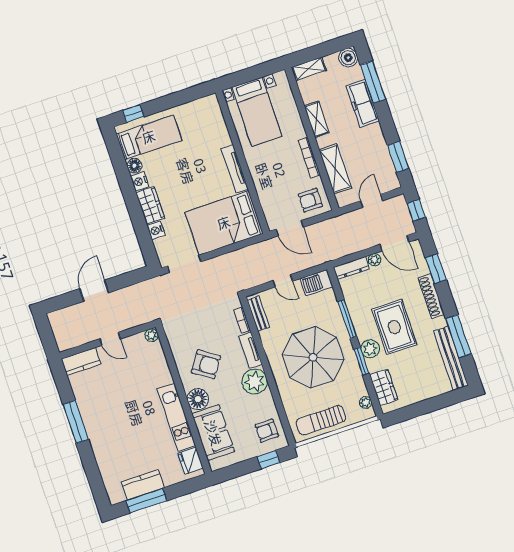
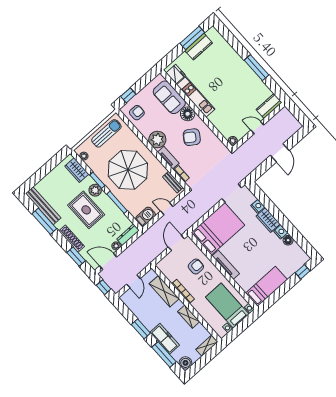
bed: (149, 137) -> (266, 286), moved, turned 180
window: (398, 157) -> (141, 329), moved
armchair: (310, 200) -> (196, 267), moved
door: (290, 228) -> (176, 243), hinge flipped

